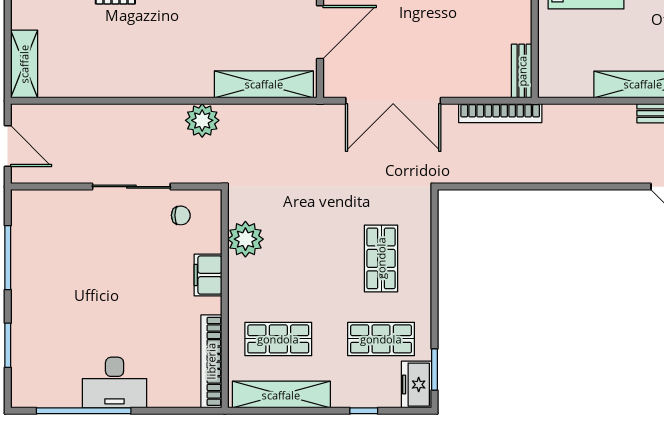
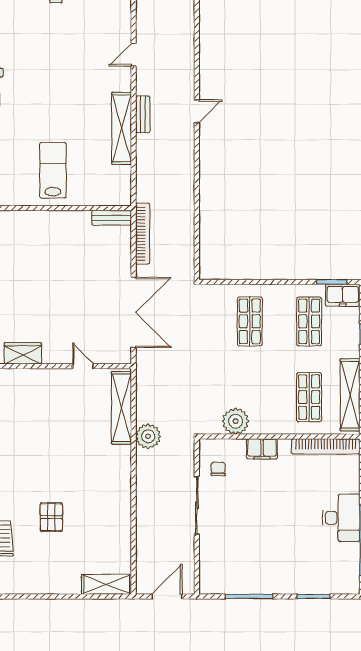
door: (320, 32) -> (83, 366), width x0.53
plant: (202, 120) -> (148, 436), moved
shop shelf: (381, 258) -> (250, 321), turned 90

